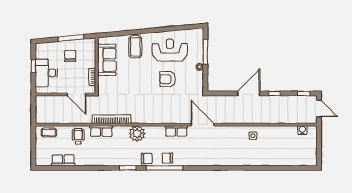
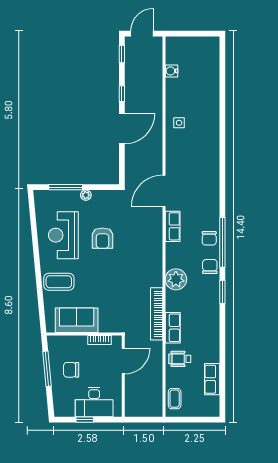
door: (249, 93) -> (122, 129), swing flipped
water cooler: (302, 130) -> (171, 71), moved

